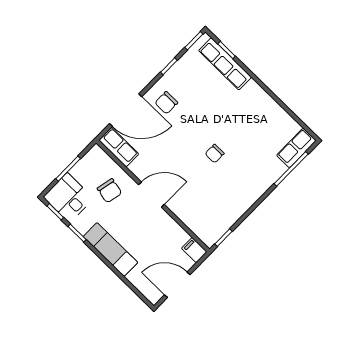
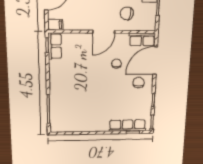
row of seats: (296, 148) -> (55, 46), moved
chair: (215, 154) -> (116, 64), moved

